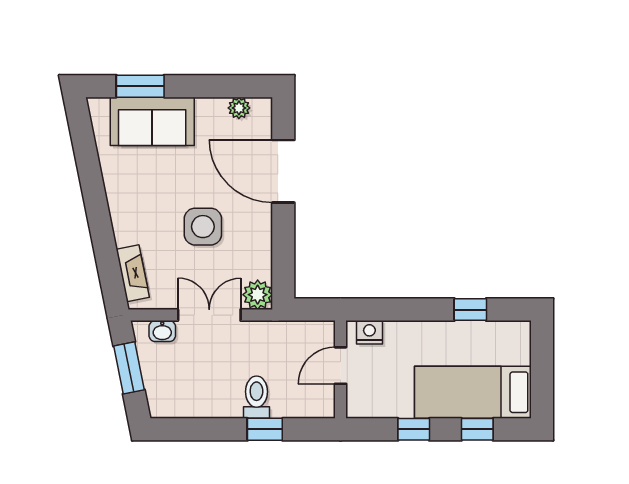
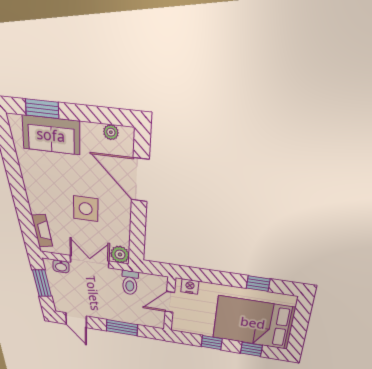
bed: (473, 392) -> (253, 323), width x1.50
toilet: (256, 397) -> (130, 283), moved, turned 180
door: (187, 429) -> (76, 320), added
window: (265, 429) -> (122, 328), width x1.50

